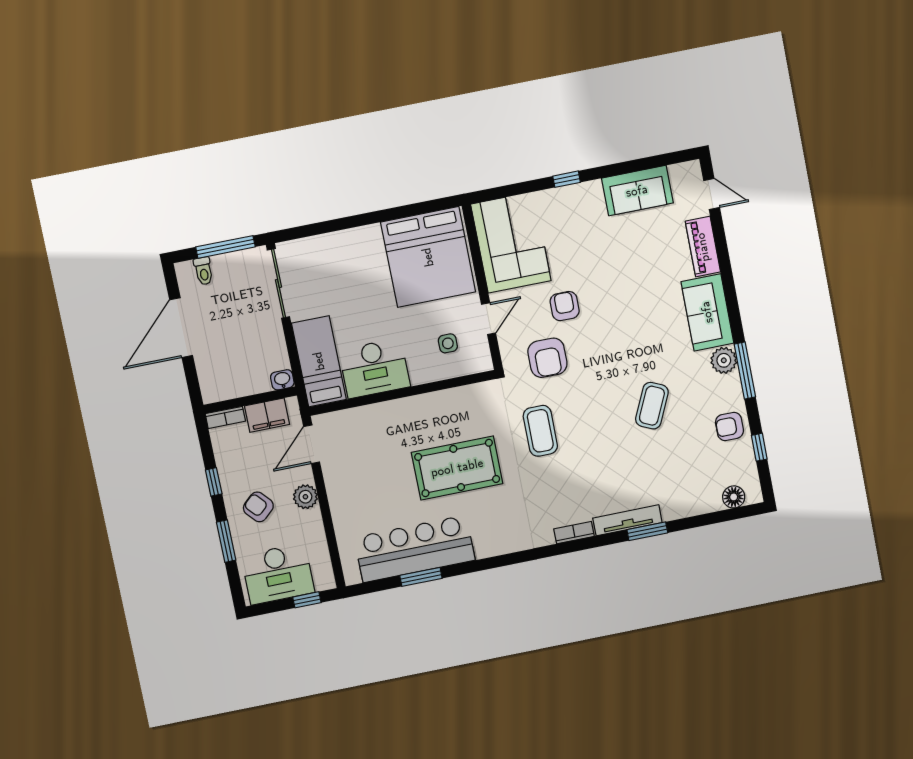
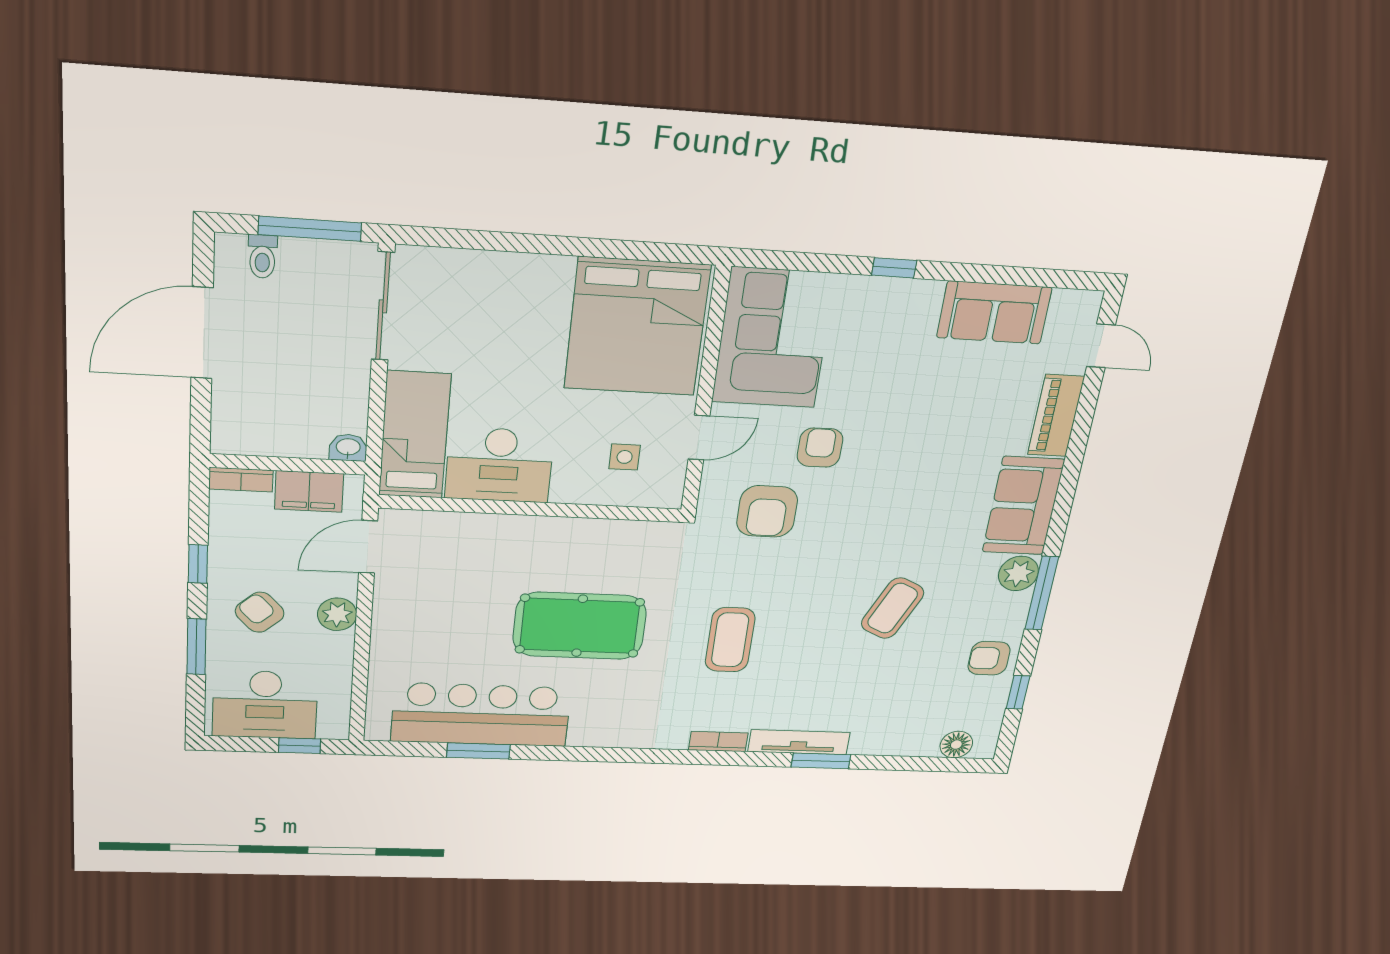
coffee table: (540, 431) -> (730, 640), moved

